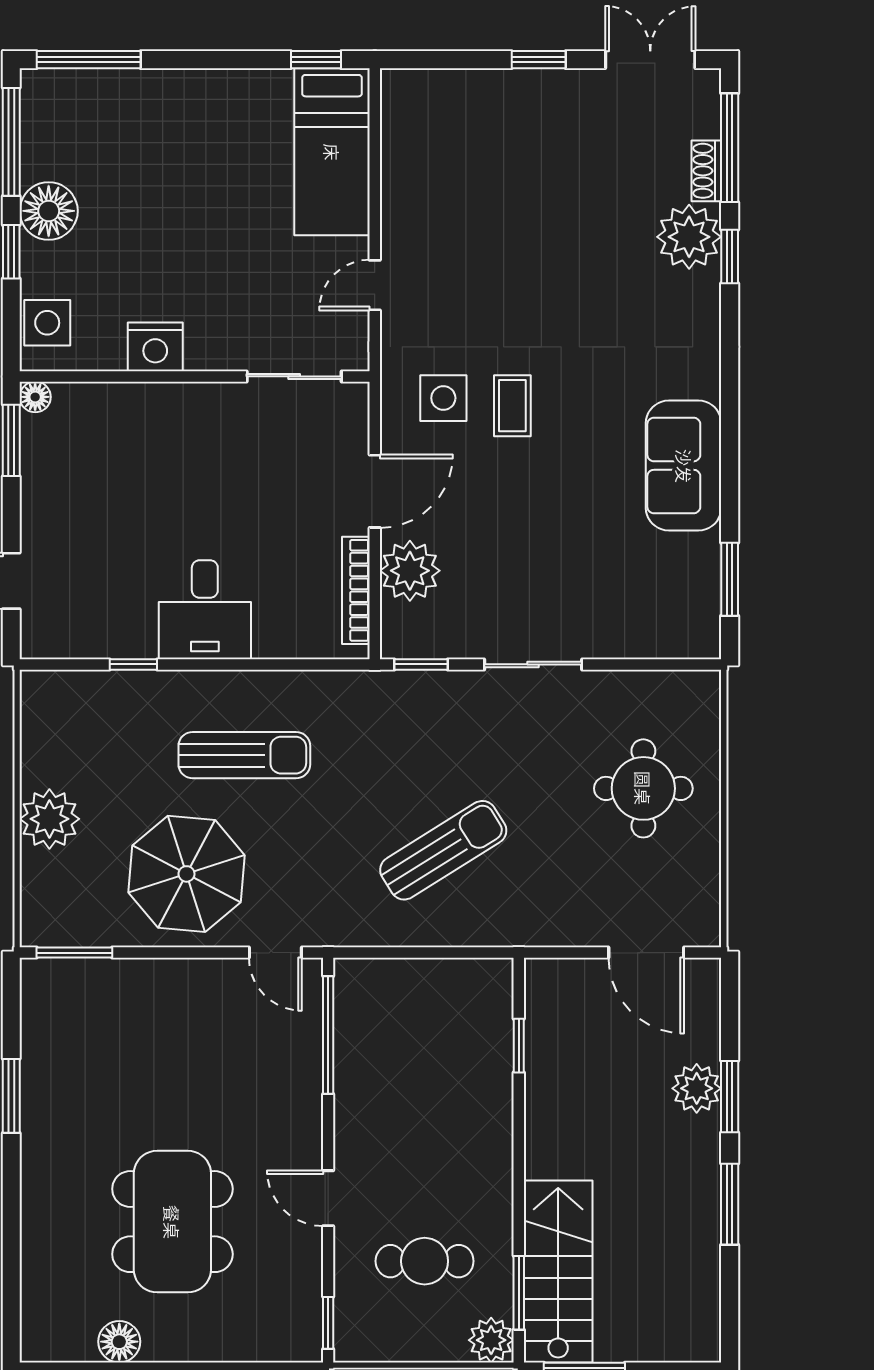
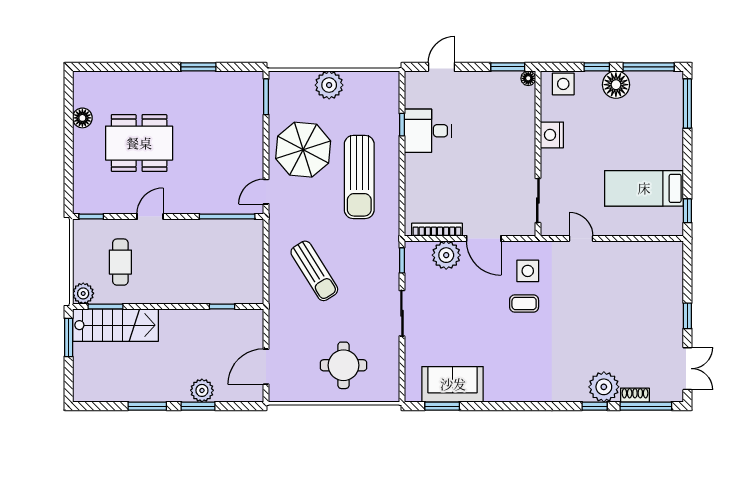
bed: (332, 152) -> (644, 188), moved
sofa: (684, 466) -> (453, 384), moved
desk: (205, 610) -> (428, 131), moved
sun lounger: (244, 755) -> (359, 177), width x1.36, depth x1.34

